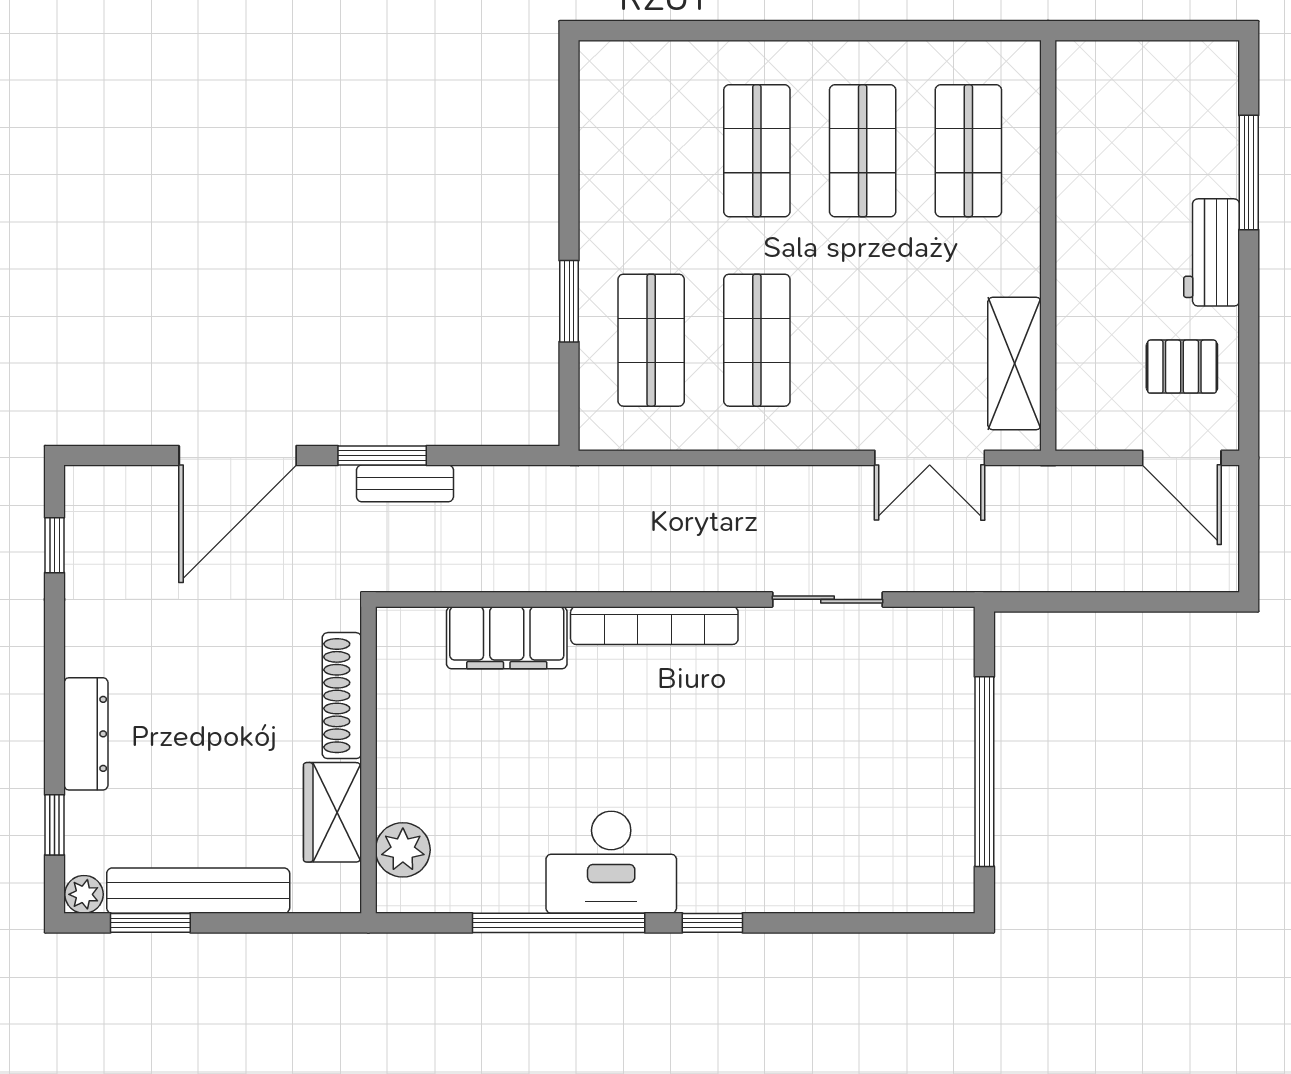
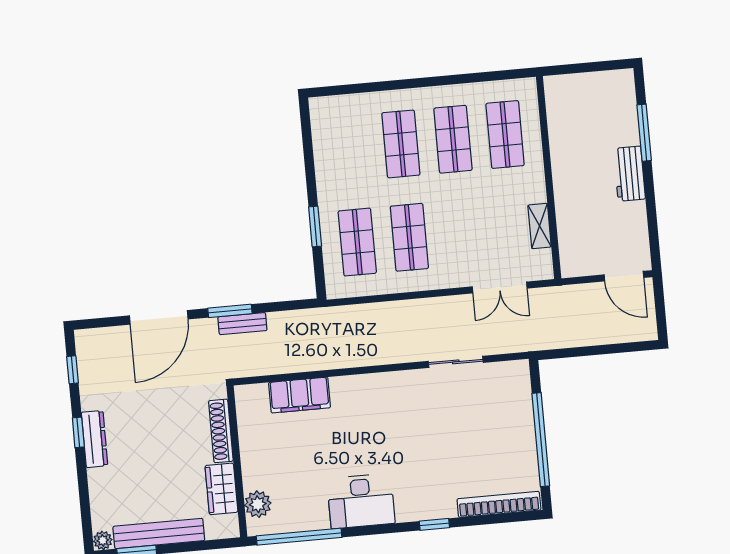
shelving: (1014, 363) -> (540, 226), width x0.67, depth x0.75
pallet: (1182, 367) -> (620, 231), removed
bookcase: (654, 626) -> (499, 504), moved, turned 180
dresser: (86, 734) -> (95, 439), moved
window: (55, 825) -> (78, 432), moved
window: (559, 923) -> (299, 537), moved
window: (712, 923) -> (434, 524), moved

